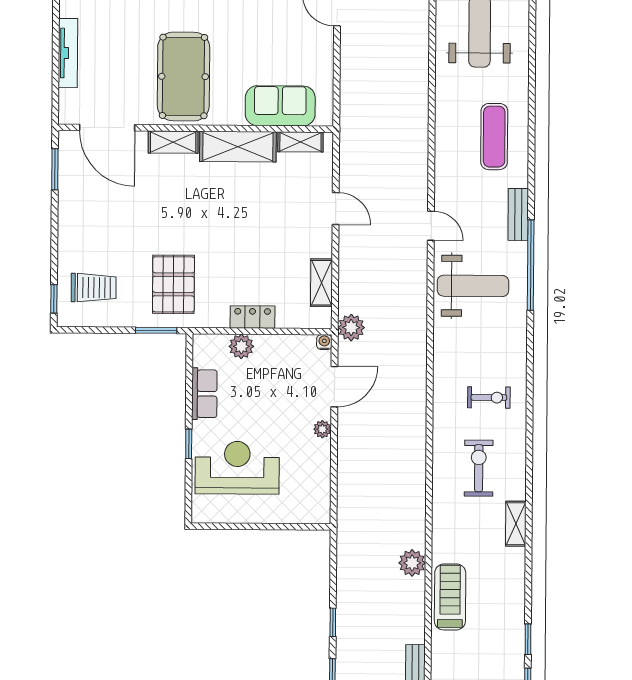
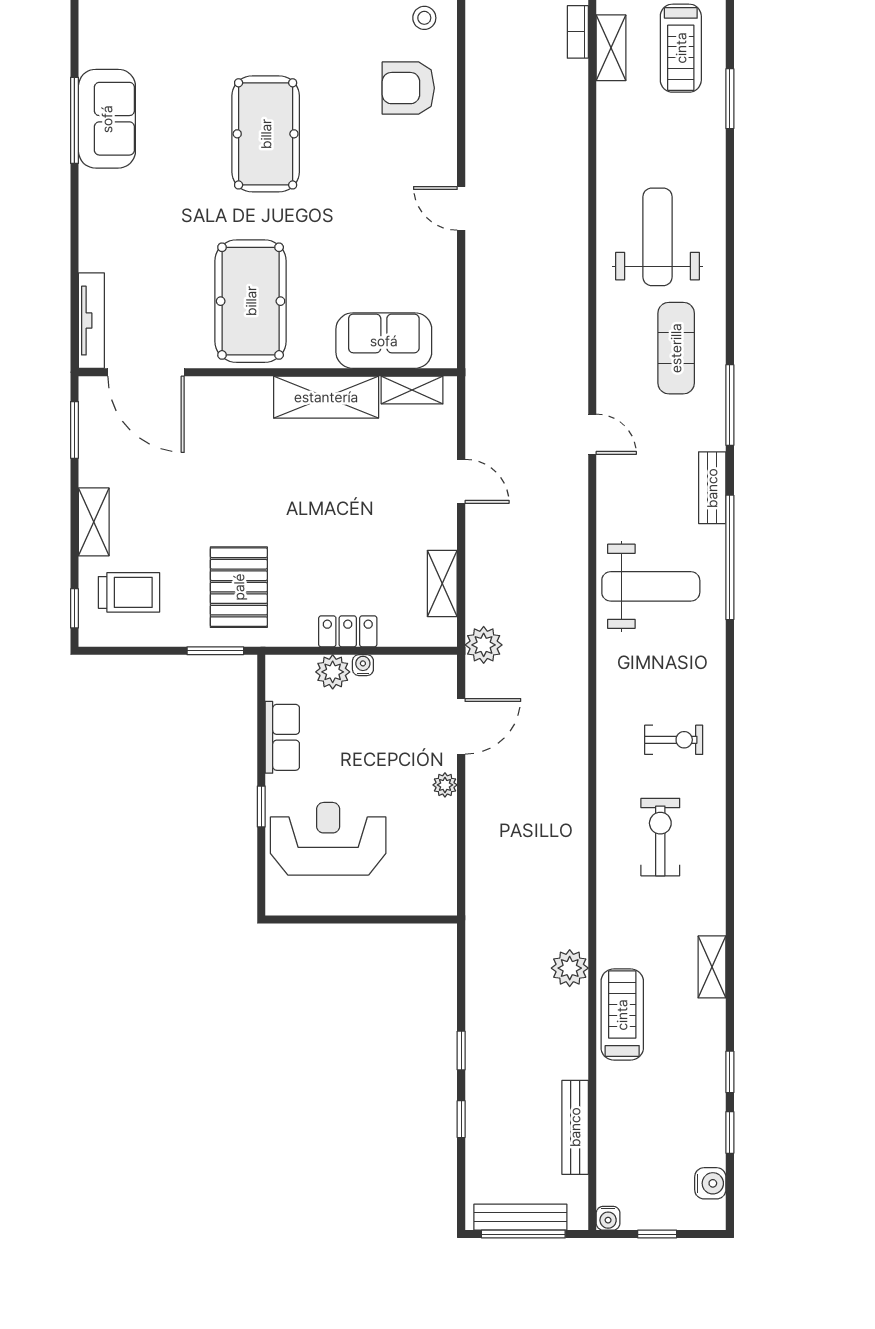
tv unit: (68, 53) -> (91, 321), moved
exercise mat: (494, 137) -> (676, 348), moved
shelving: (173, 142) -> (94, 522), moved, turned 90
window: (531, 154) -> (730, 405), added
door: (431, 226) -> (592, 434), moved
water cooler: (324, 342) -> (363, 665), moved
shelving: (516, 524) -> (712, 967), moved

